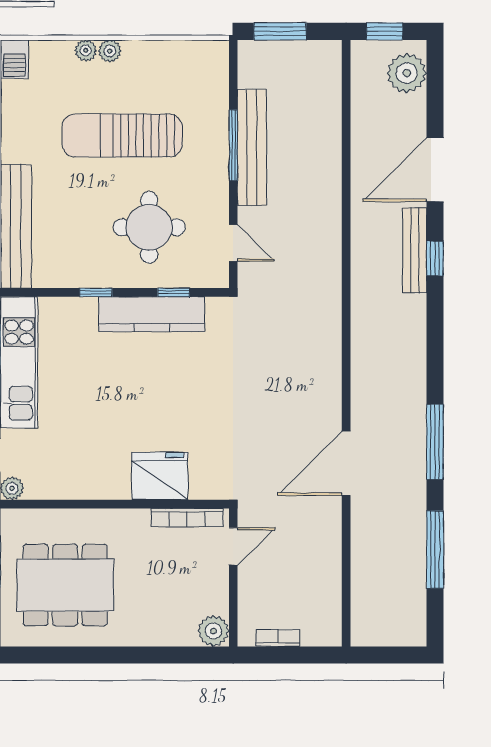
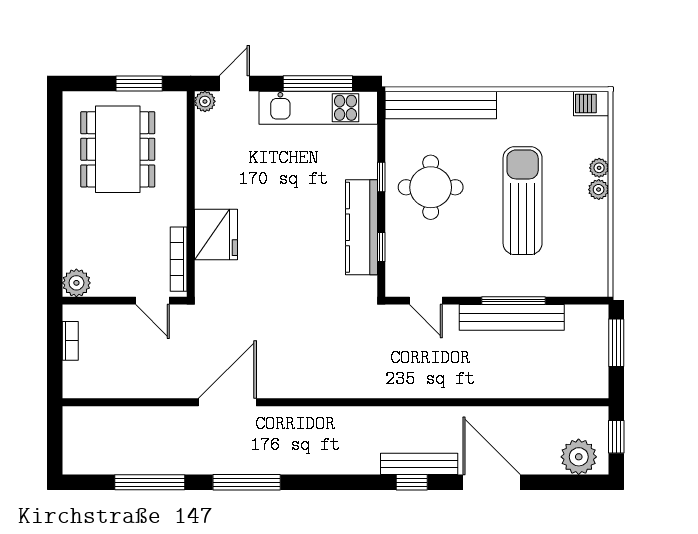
round table: (149, 227) -> (431, 187), moved
door: (233, 243) -> (426, 301), hinge flipped
door: (346, 463) -> (227, 402), hinge flipped

